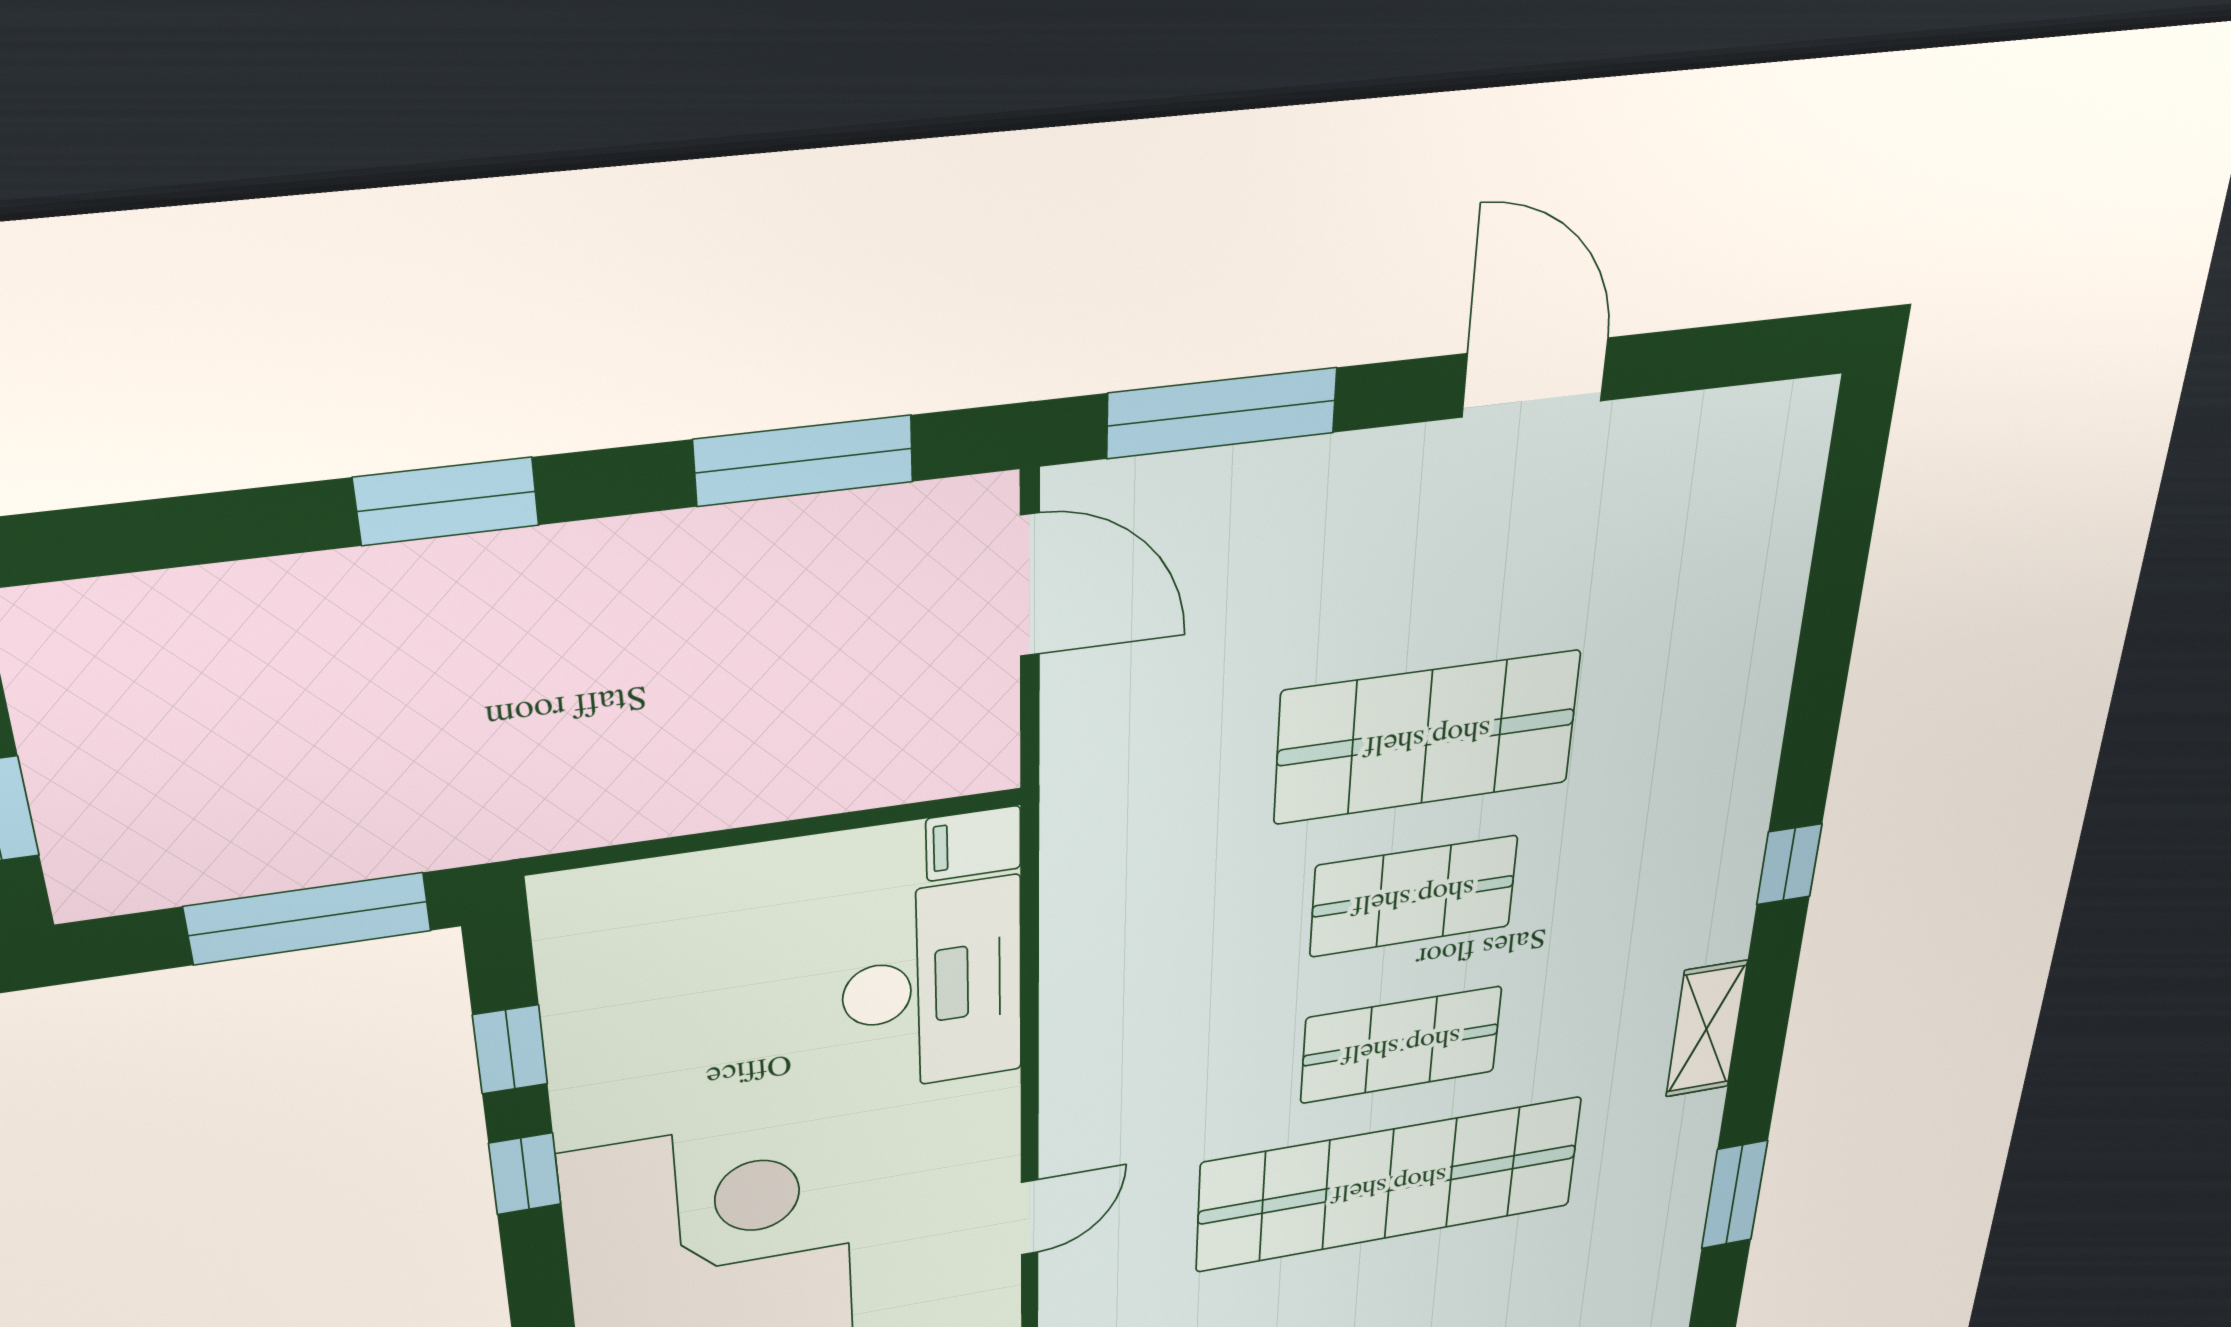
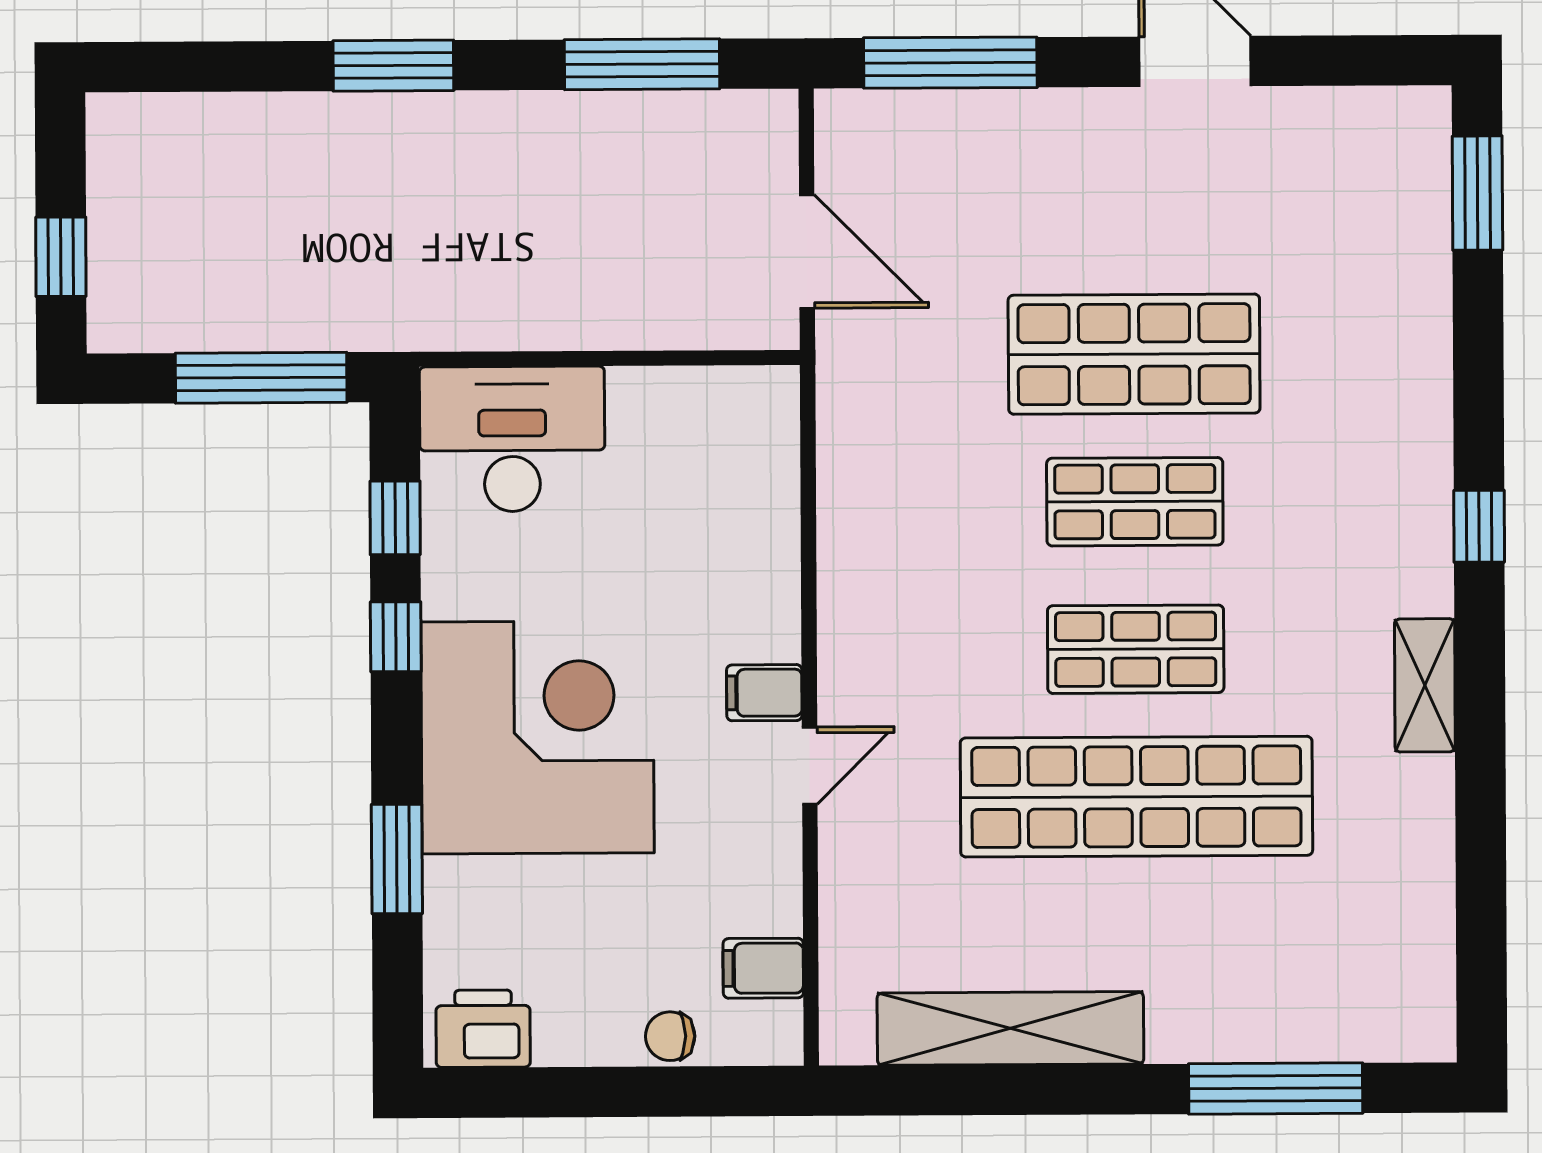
door: (1030, 585) -> (807, 252), moved
filing cabinet: (974, 843) -> (764, 693), moved
desk: (932, 987) -> (512, 439), moved, turned -90
window: (1734, 1195) -> (1477, 193), moved

